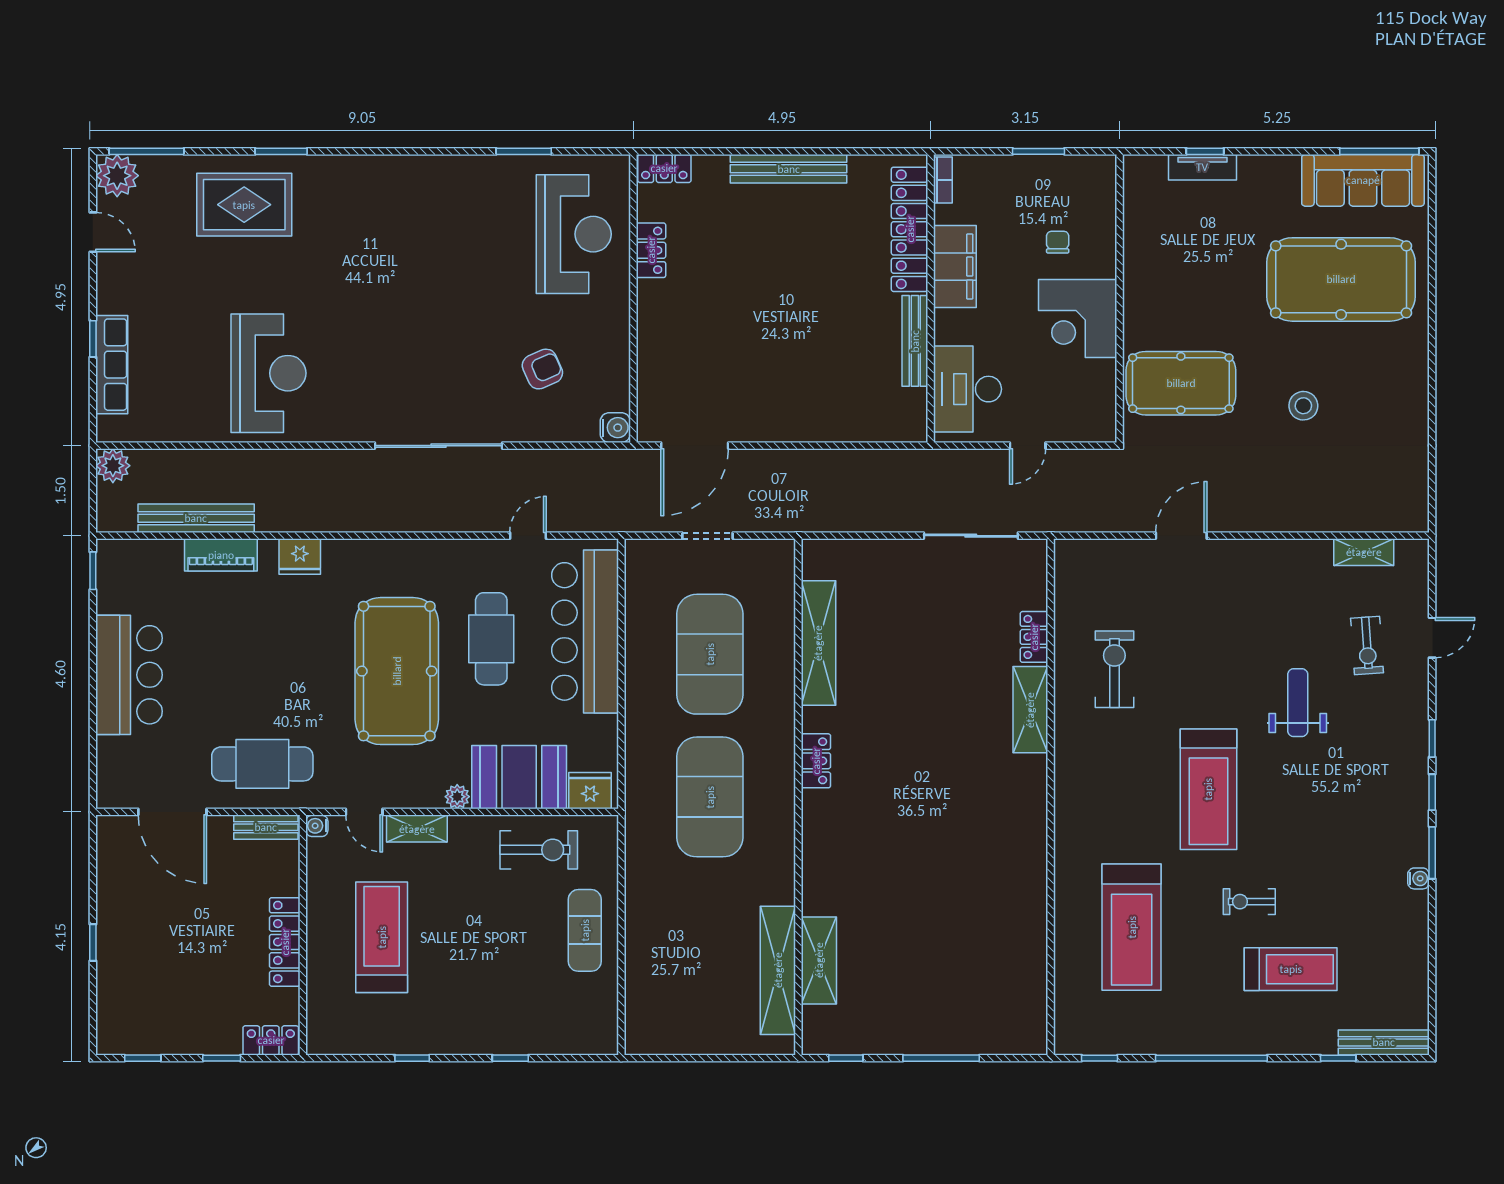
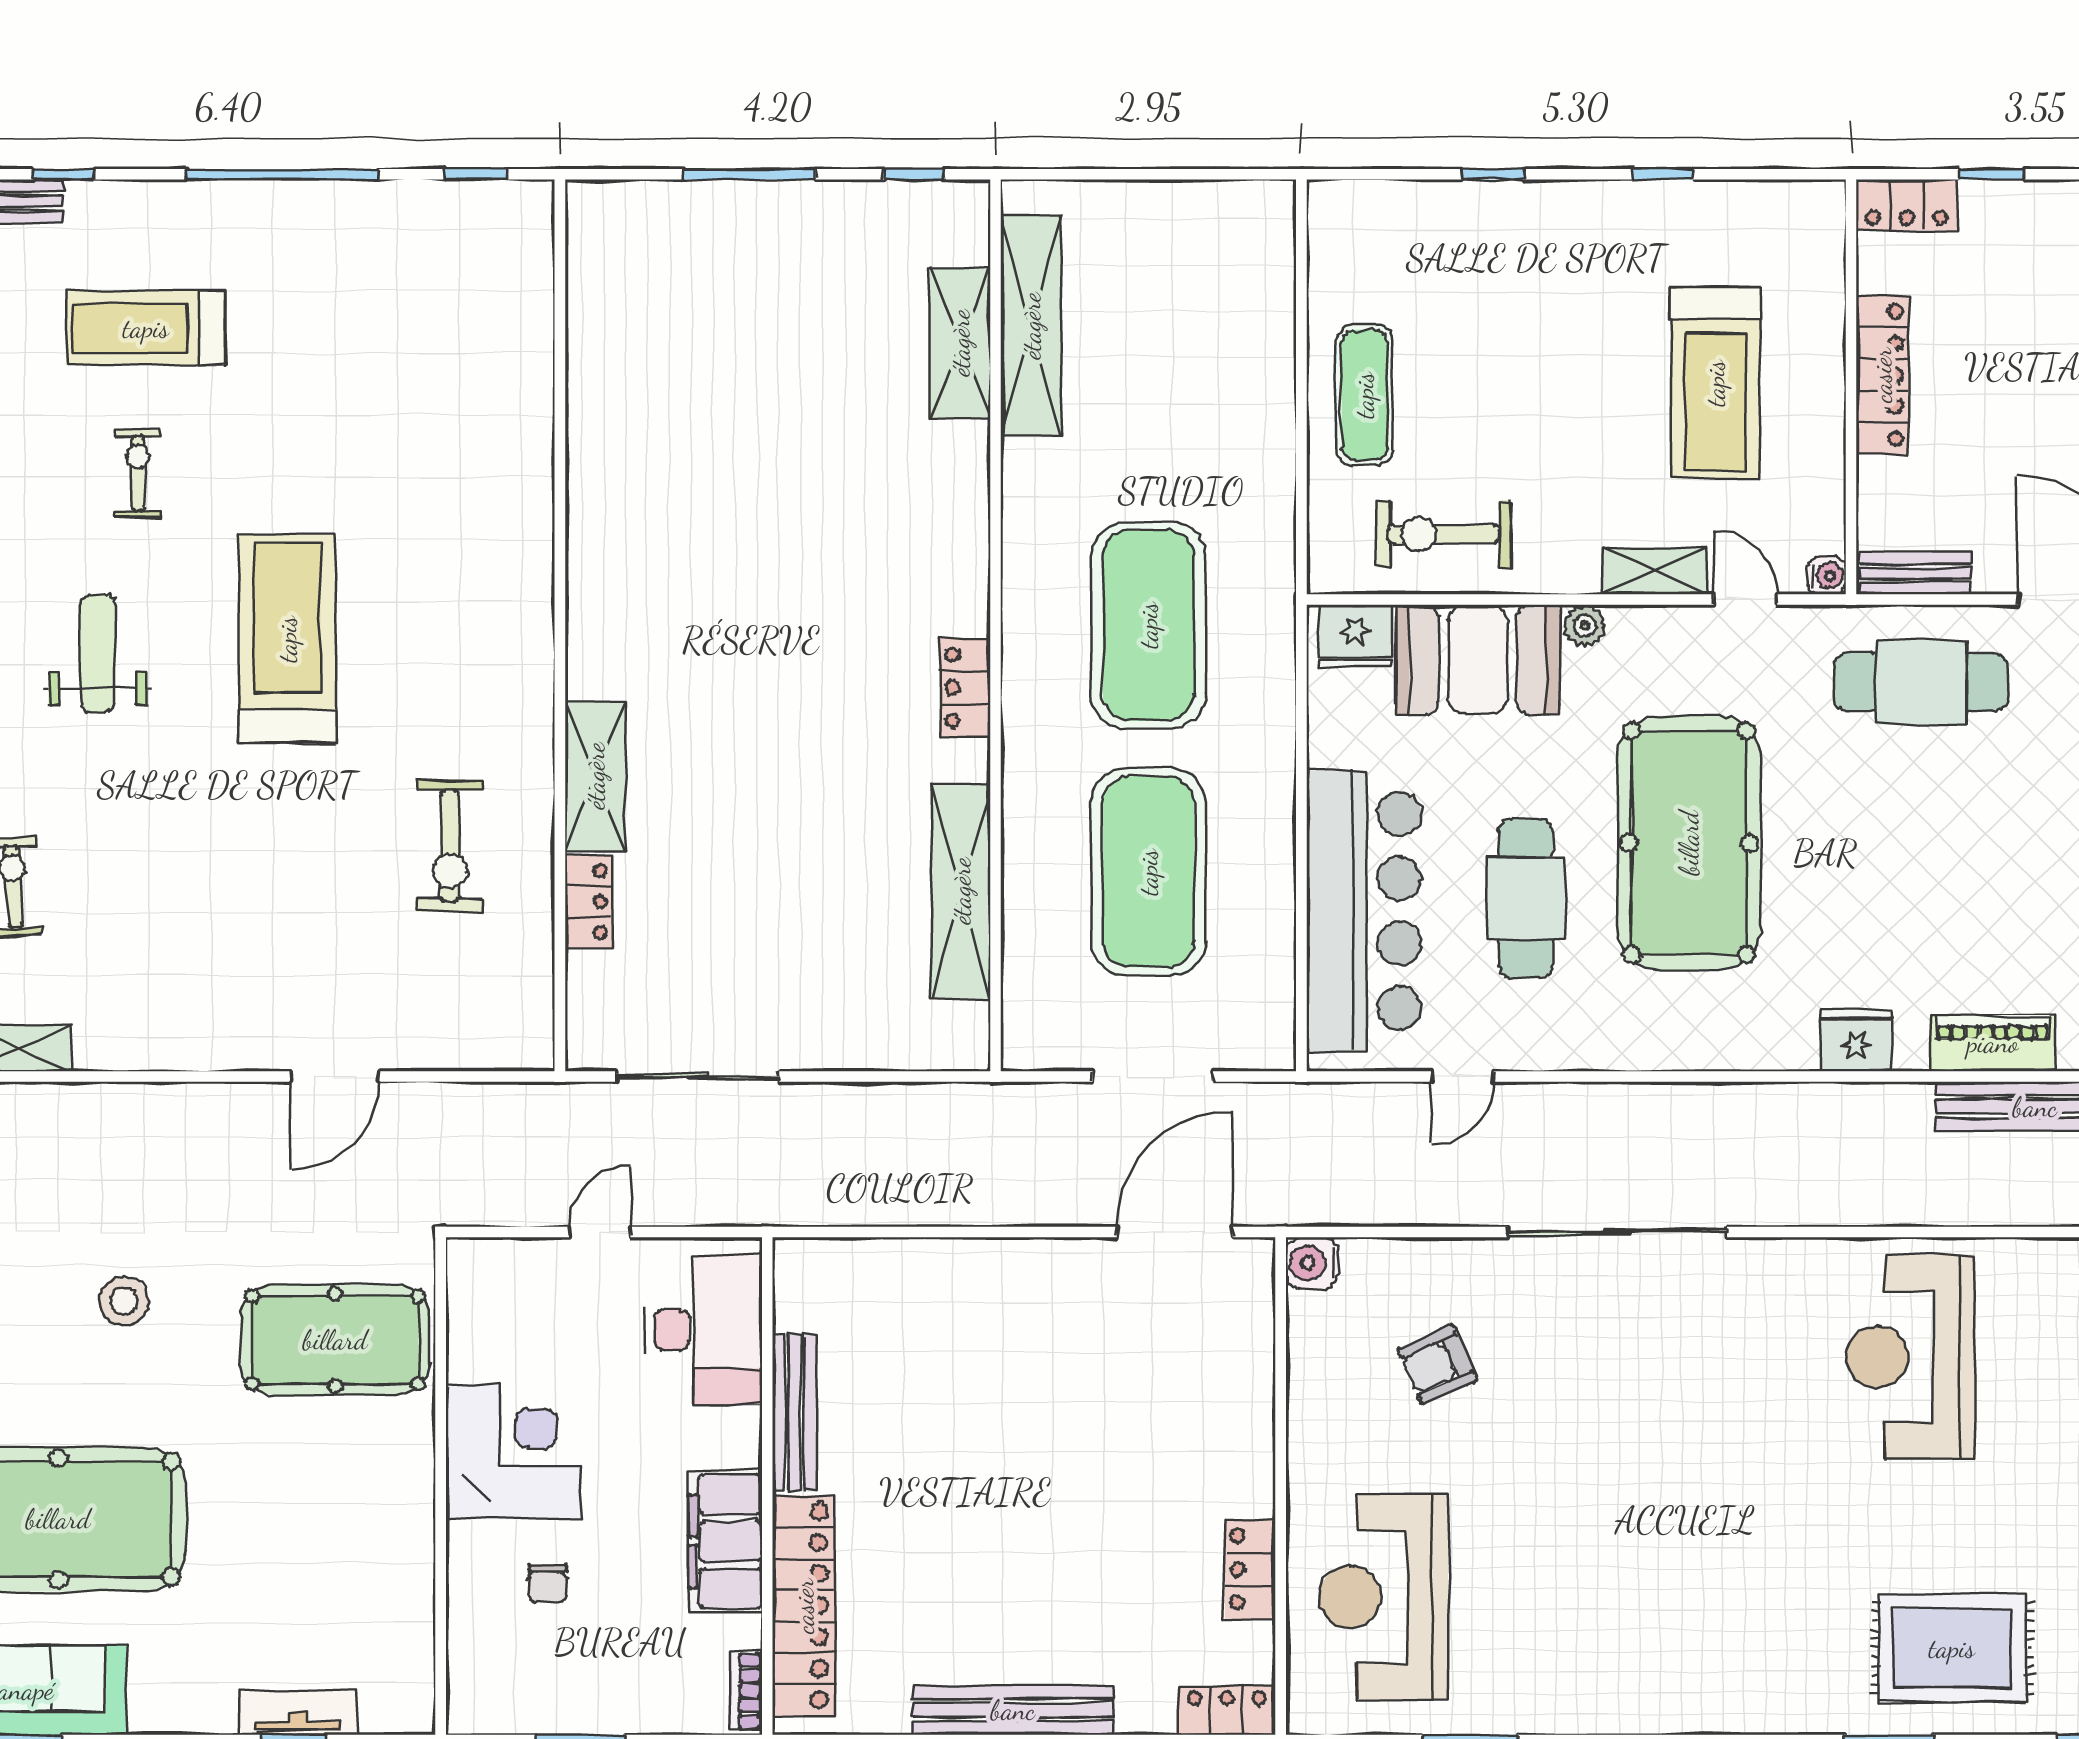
doorway: (707, 536) -> (1153, 1076), width x1.38
weight bench: (1298, 703) -> (98, 653), moved, turned 180
exercise bike: (1249, 902) -> (138, 473), moved, turned -90
treadmill: (1132, 927) -> (420, 401), removed

